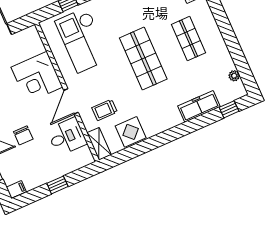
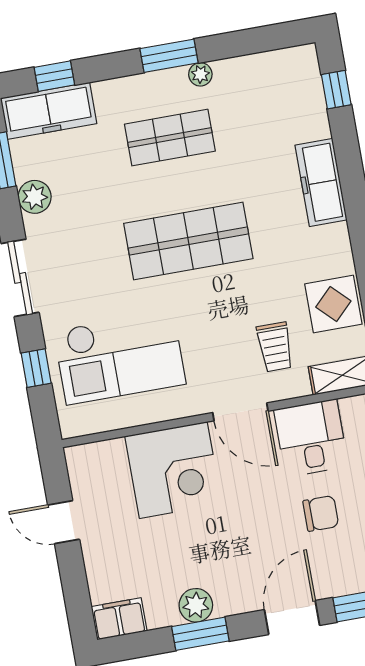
window: (226, 29) -> (169, 56), added
plant: (234, 76) -> (200, 74), moved
freezer: (199, 106) -> (321, 183), moved
chair: (23, 135) -> (321, 513), moved

